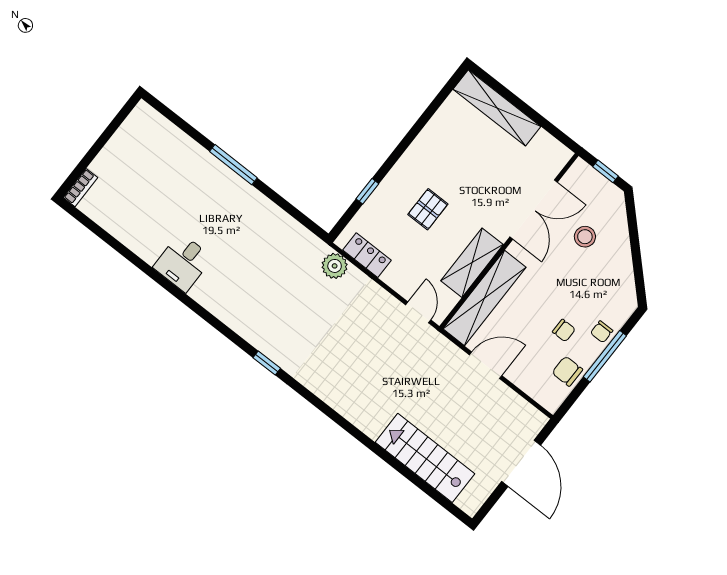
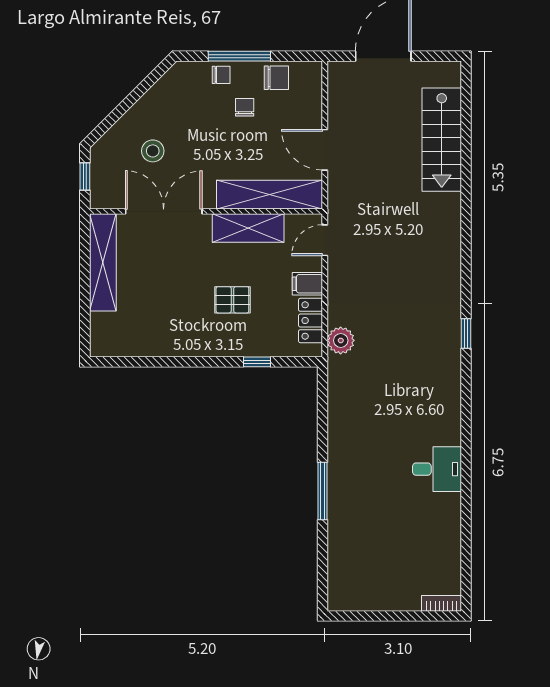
shelving: (497, 108) -> (103, 262), moved
filing cabinet: (396, 274) -> (307, 284), added
chair: (567, 371) -> (276, 78), turned -90

